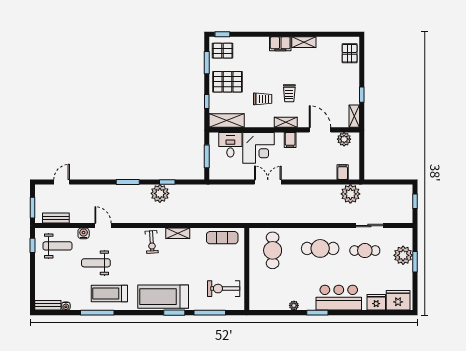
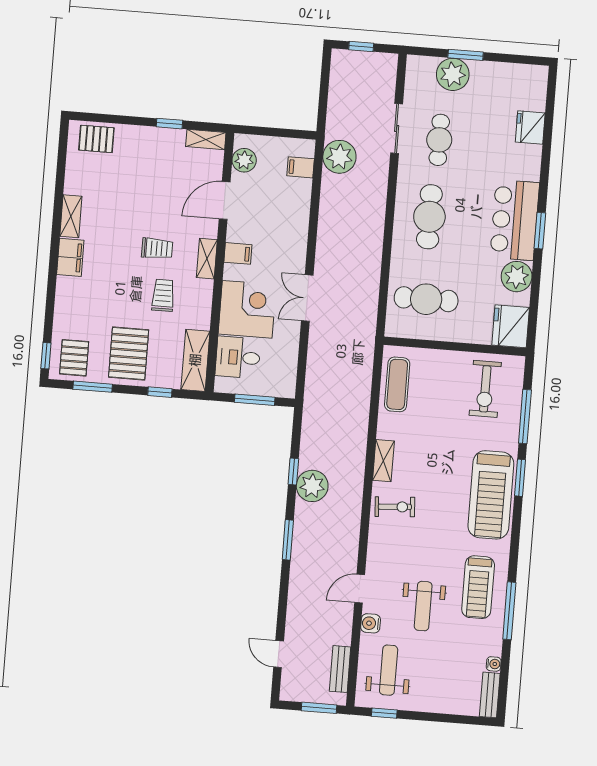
bar counter: (339, 298) -> (515, 220), moved
fridge: (398, 300) -> (511, 326), moved
plant: (294, 305) -> (517, 277), width x1.88, depth x1.88

